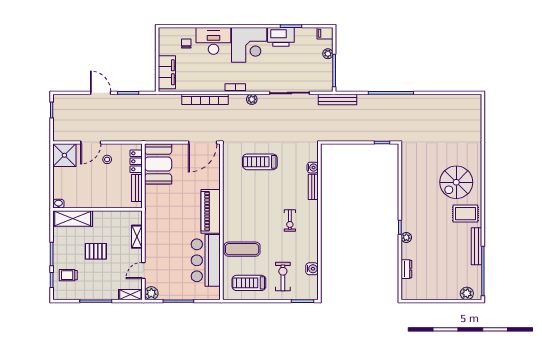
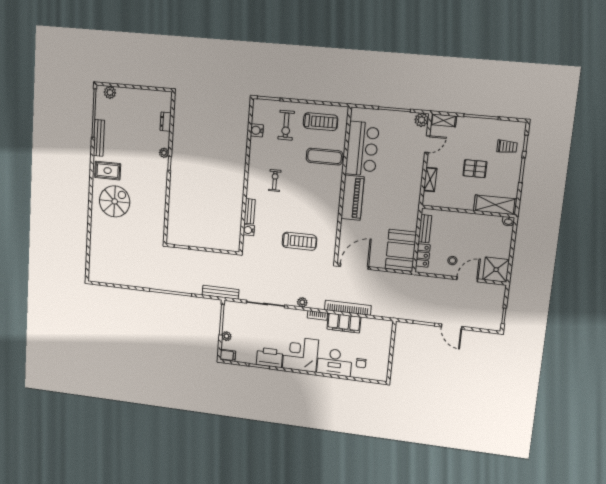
filing cabinet: (167, 72) -> (344, 323), moved, turned -90

